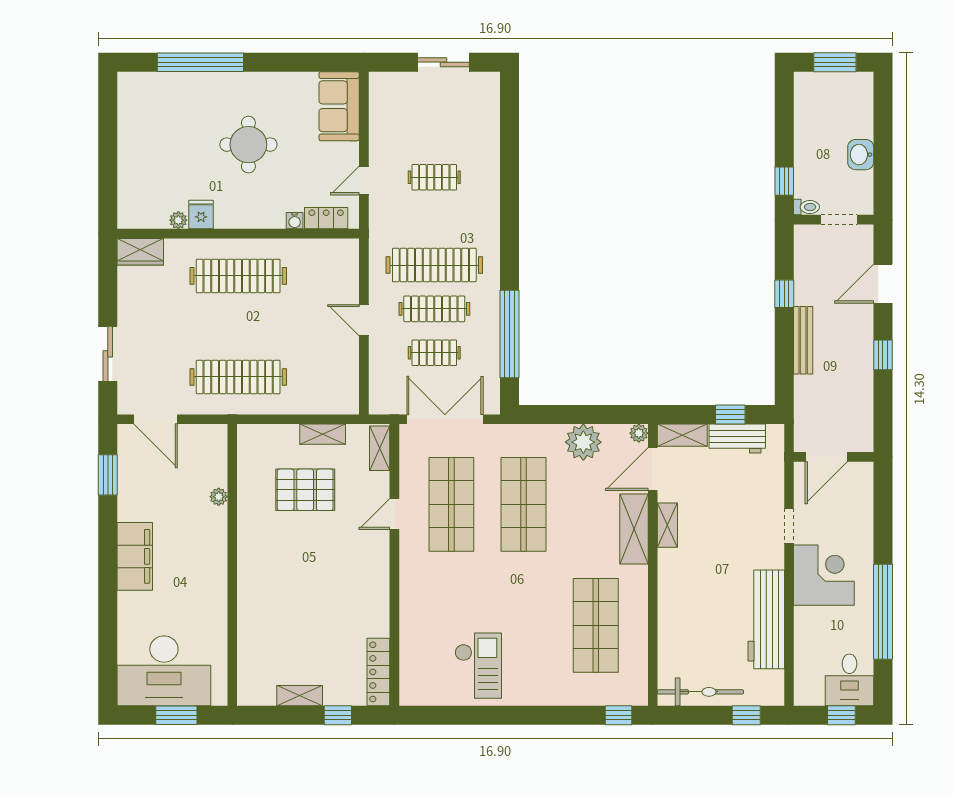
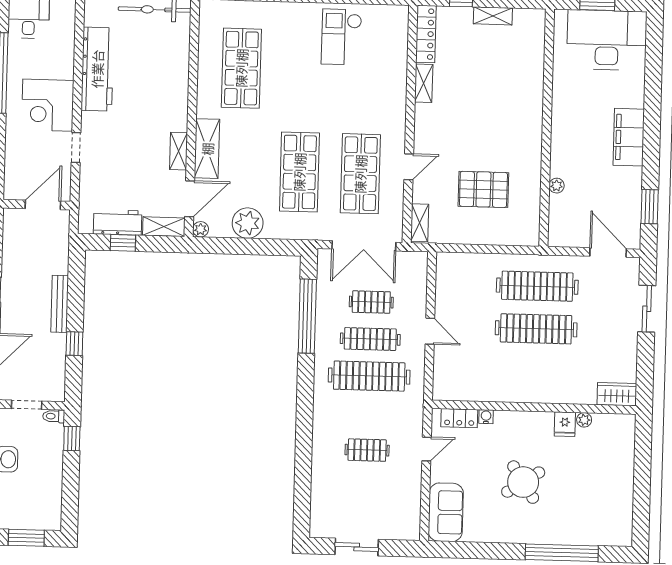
round table: (248, 145) -> (523, 482), turned -33
clothes rail: (238, 276) -> (536, 329), moved
shelving: (323, 434) -> (424, 83), moved, turned 90

